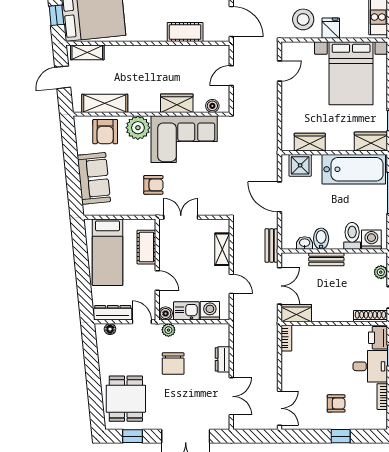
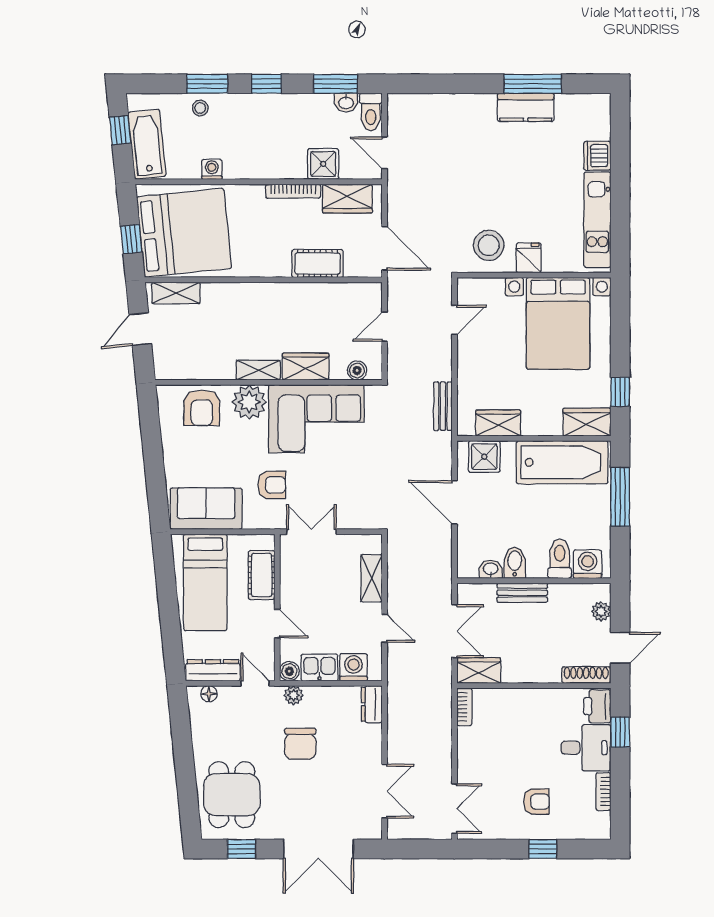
shelving: (105, 103) -> (258, 370), moved, width x0.67, depth x0.75
sofa: (94, 178) -> (206, 509), moved, turned -84
bench: (272, 245) -> (443, 406), moved
dresser: (222, 359) -> (372, 704), moved

